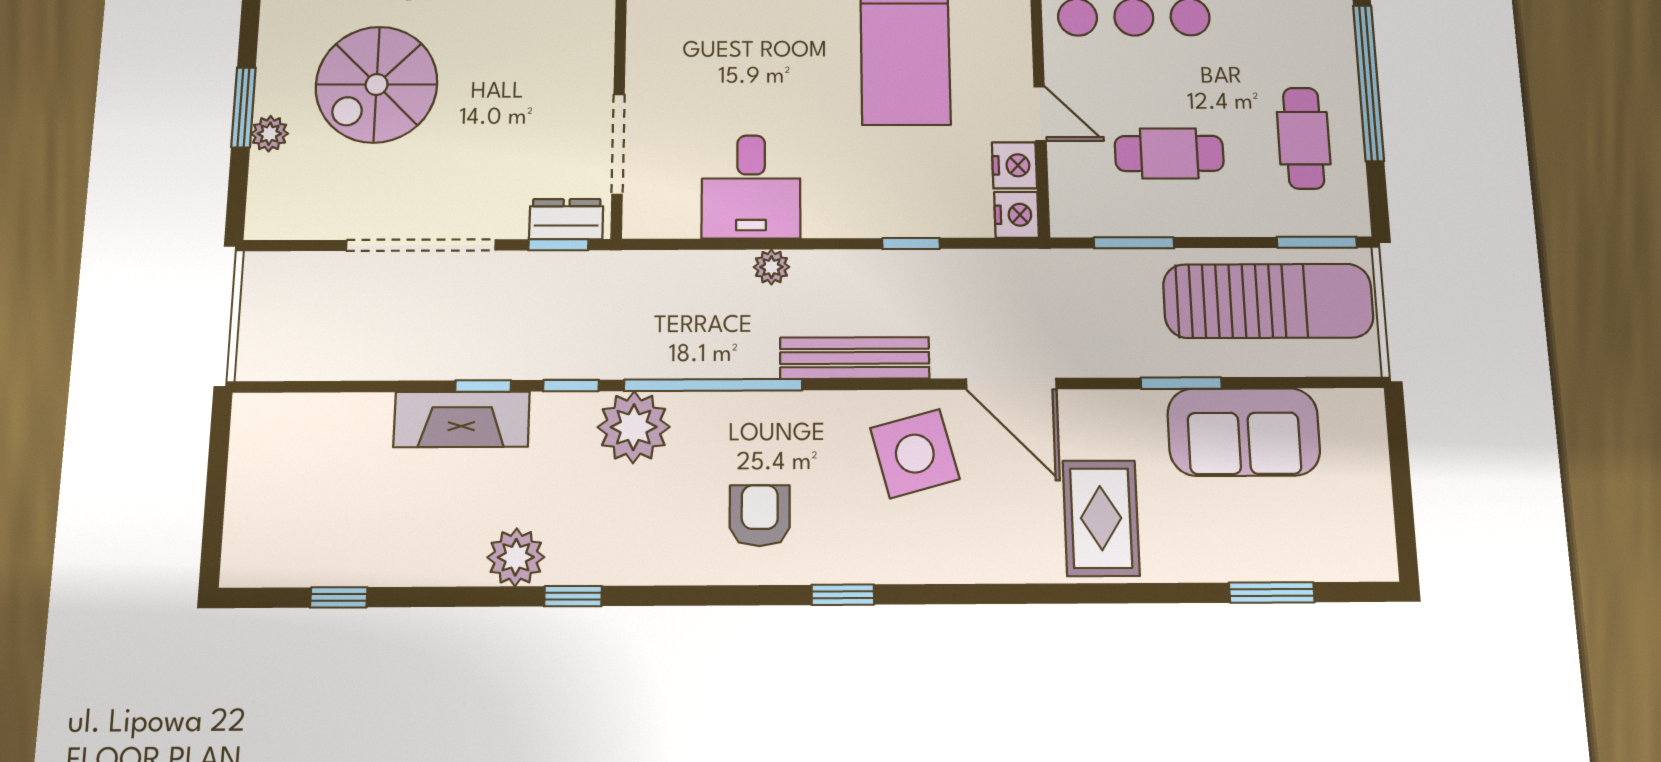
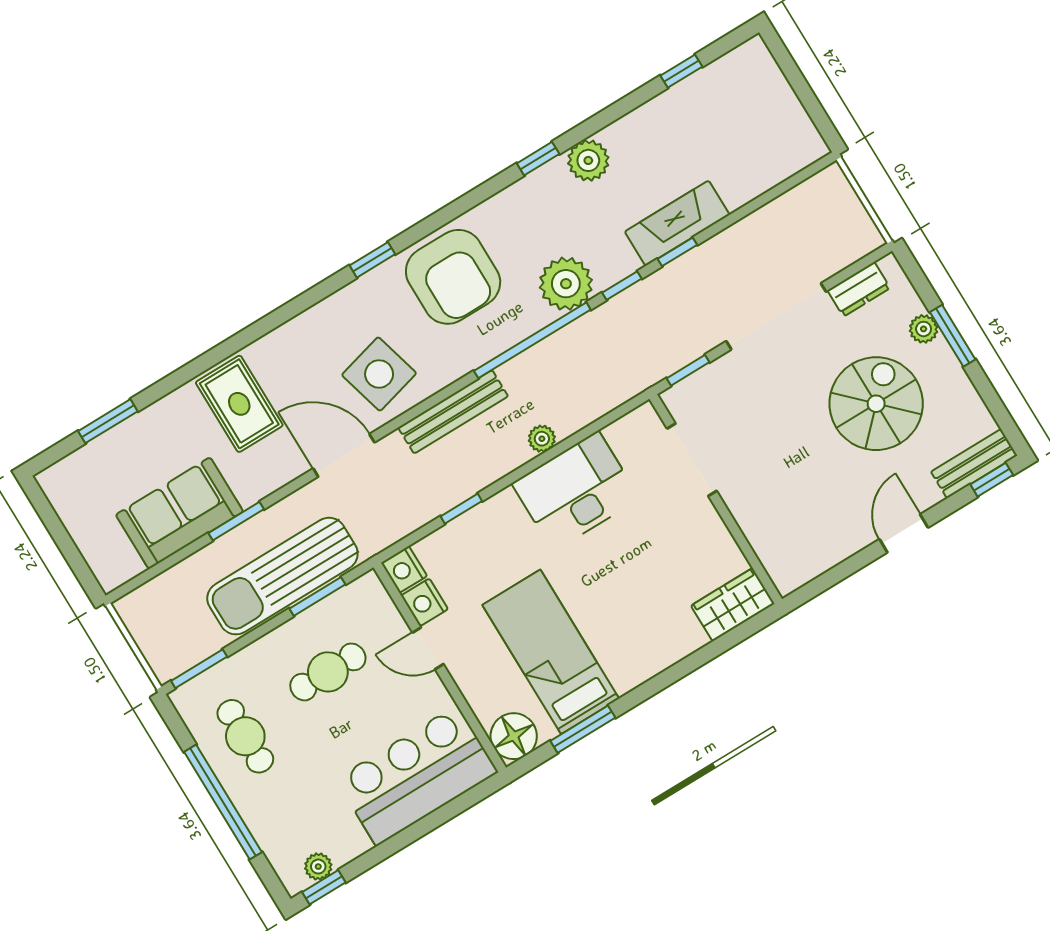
desk: (751, 187) -> (576, 491), width x1.37
dresser: (566, 219) -> (859, 289), moved
sun lounger: (1268, 301) -> (282, 576), moved
armchair: (760, 516) -> (453, 277), width x1.88, depth x1.88

